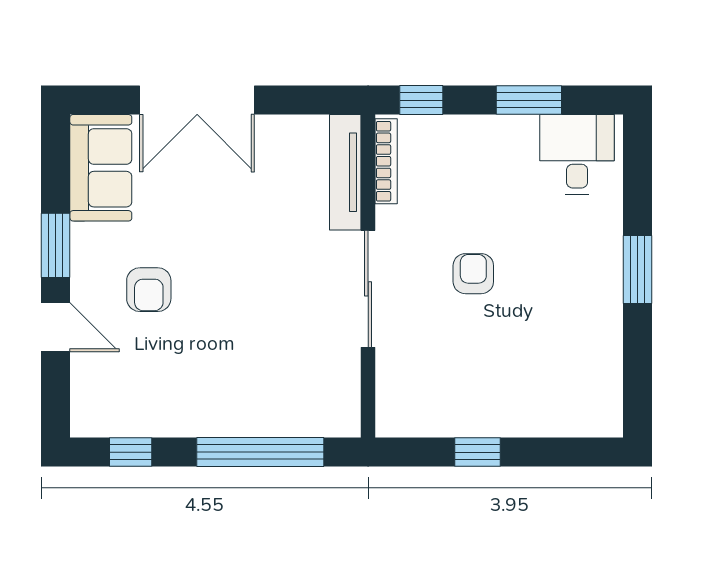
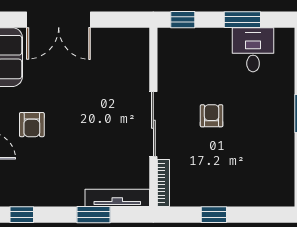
desk: (577, 154) -> (253, 50), moved
bookcase: (386, 161) -> (163, 183), moved
tv unit: (345, 172) -> (117, 198), moved, turned 90
window: (260, 452) -> (94, 215), width x0.47

